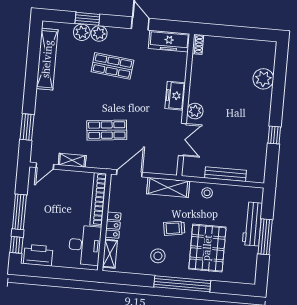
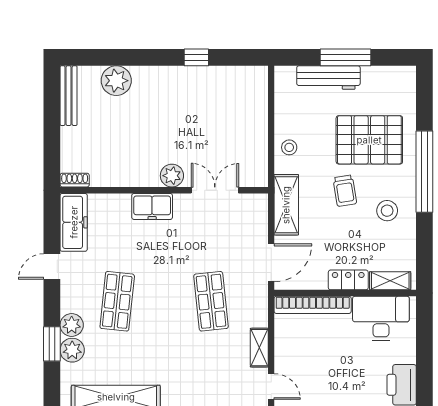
door: (129, 173) -> (271, 263), swing flipped
bench: (225, 174) -> (69, 96), moved

